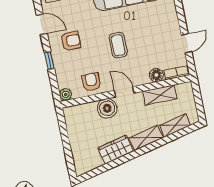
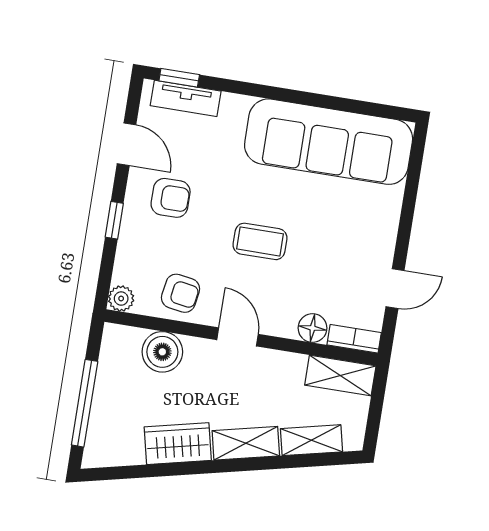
coffee table: (118, 45) -> (260, 241), turned 90
armchair: (91, 82) -> (181, 293), turned 99
shelving: (160, 95) -> (340, 375), moved
boiler: (107, 108) -> (162, 352), moved
window: (67, 147) -> (85, 403), added

